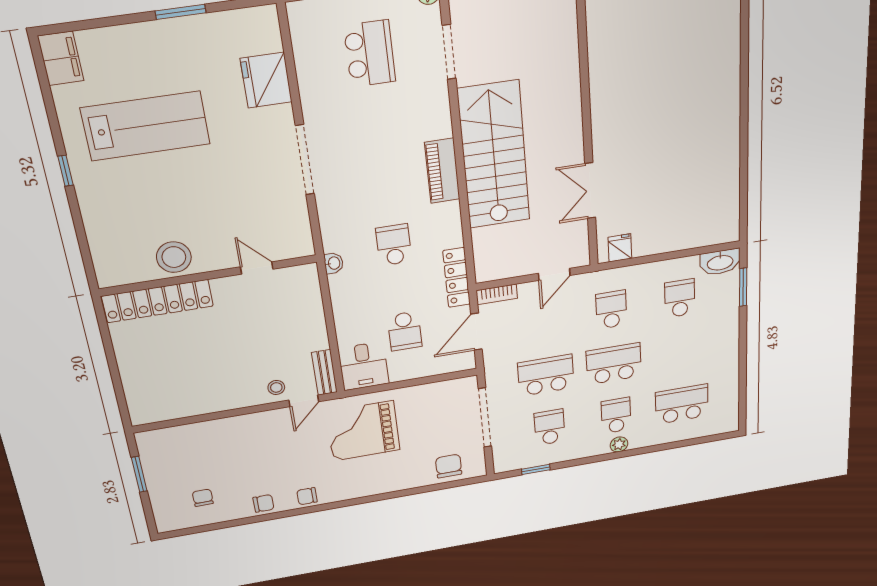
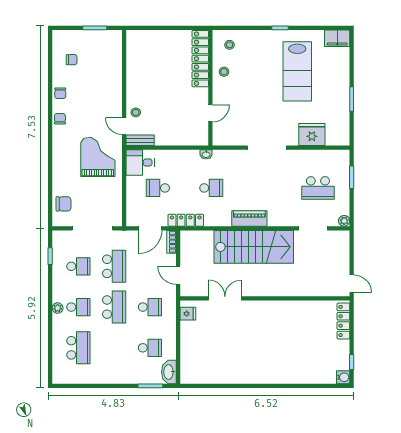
stool: (120, 256) -> (230, 45), added
stool: (174, 257) -> (224, 72), width x0.53, depth x0.53
door: (476, 332) -> (150, 228), swing flipped

